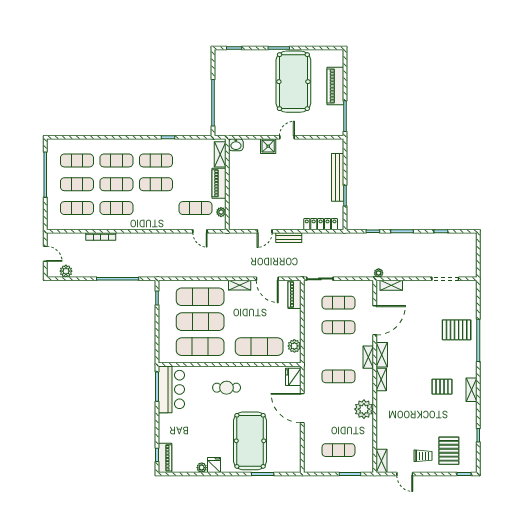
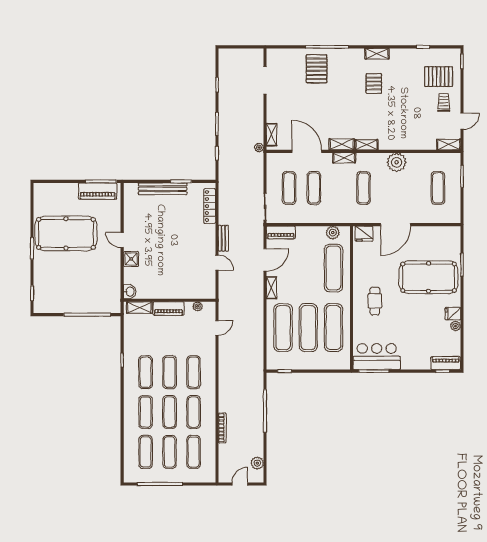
piano: (335, 86) -> (98, 191), moved
exercise mat: (196, 208) -> (194, 372), moved

